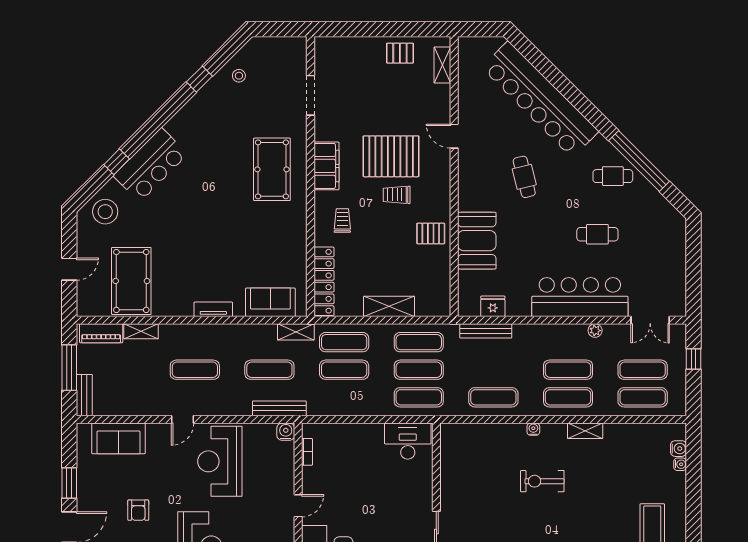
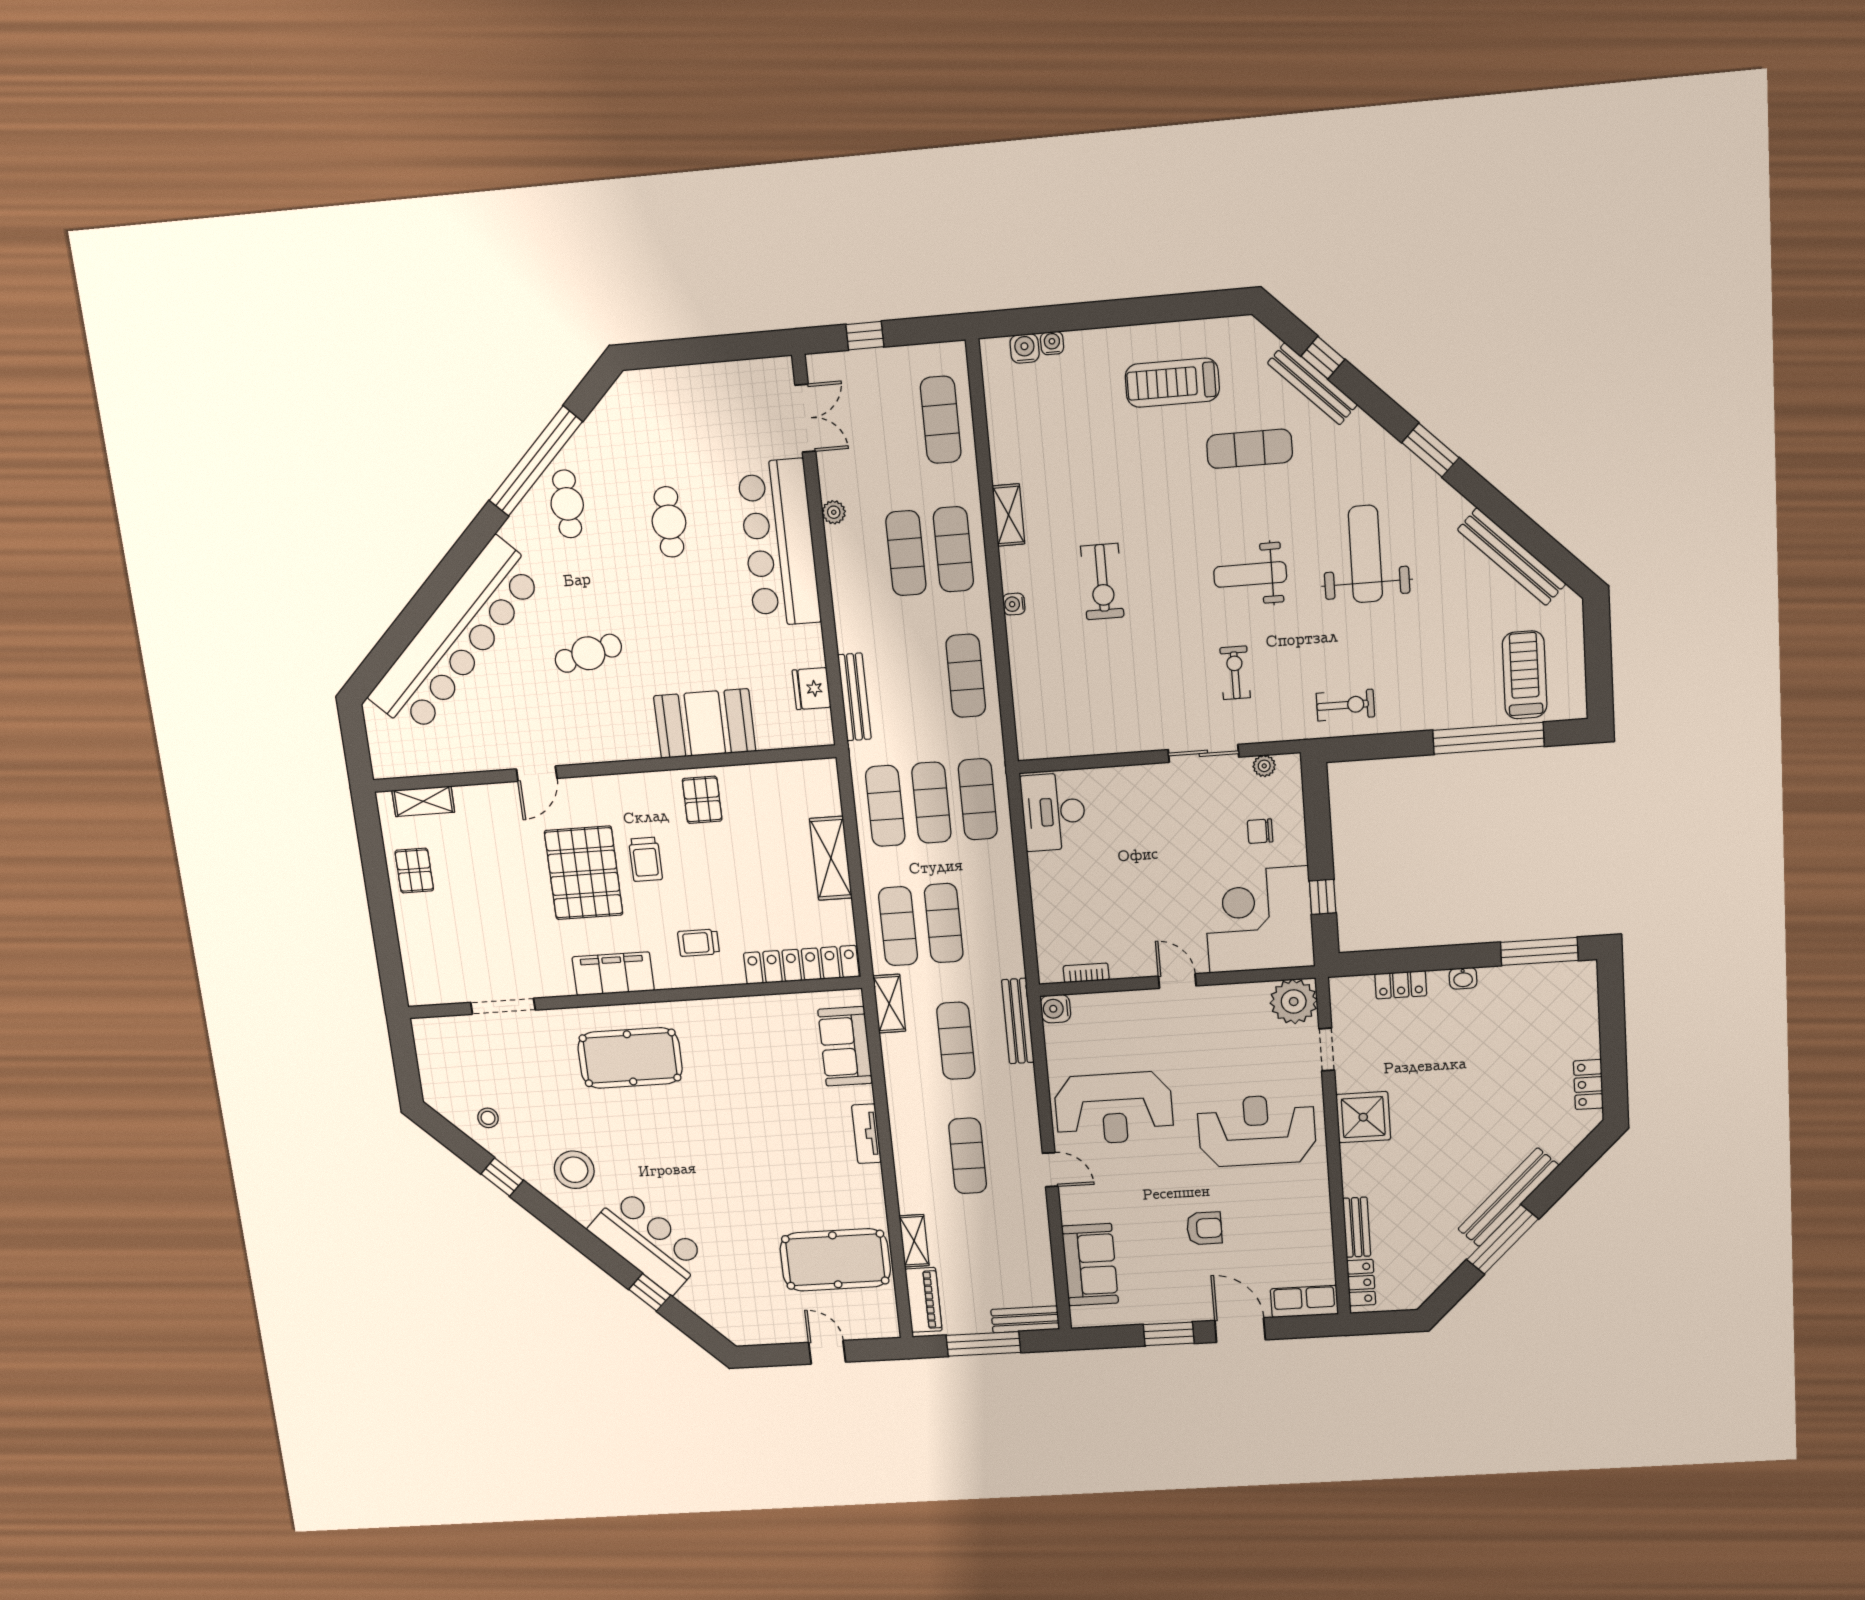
stool: (105, 212) -> (574, 1170), moved
exercise mat: (643, 370) -> (893, 424), removed

